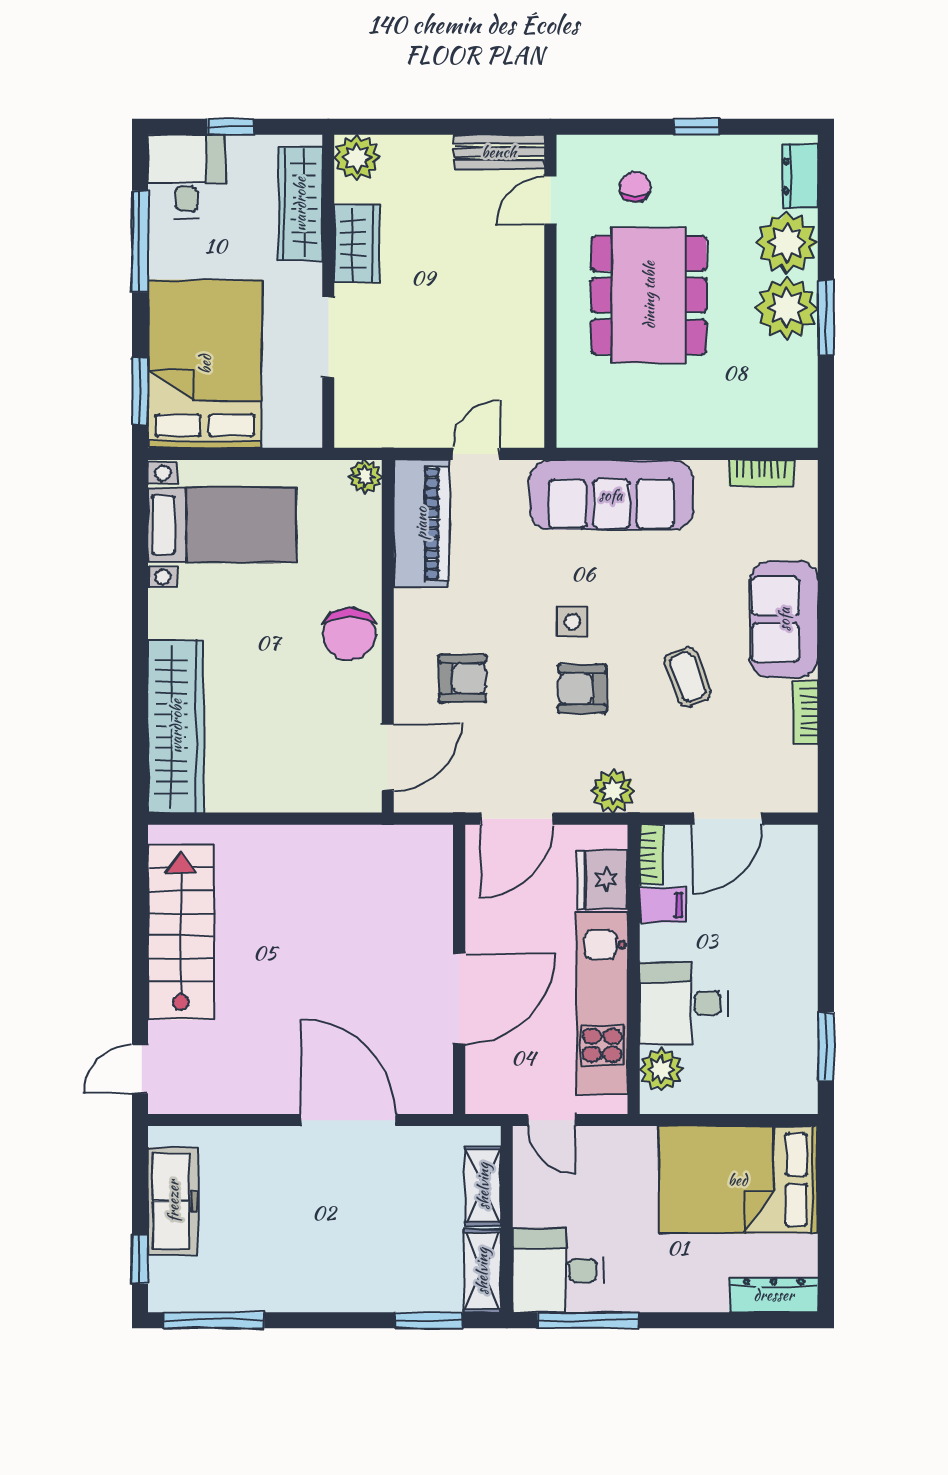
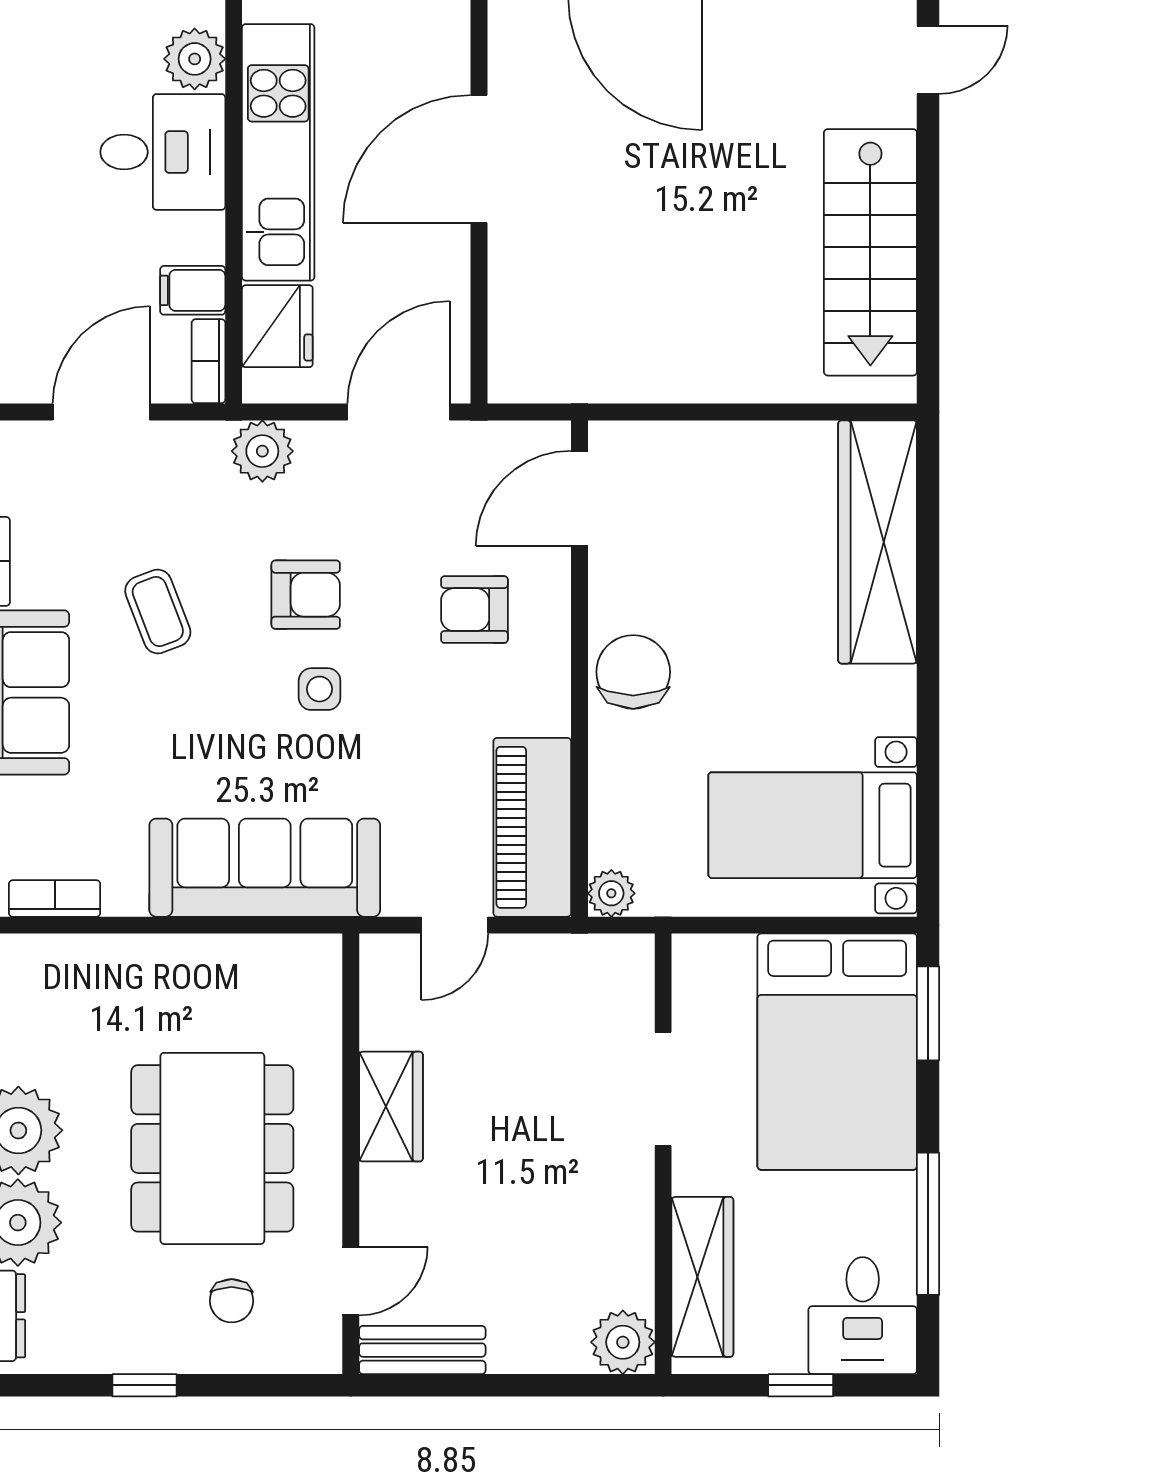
wardrobe: (357, 244) -> (391, 1107), moved, turned 180

